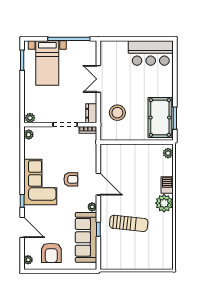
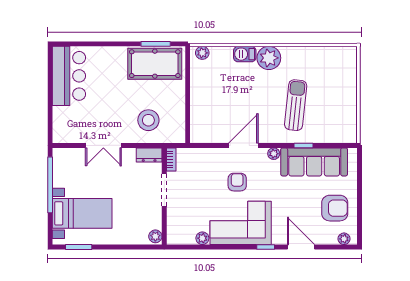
plant: (29, 135) -> (202, 238), moved
door: (22, 227) -> (301, 247), hinge flipped

